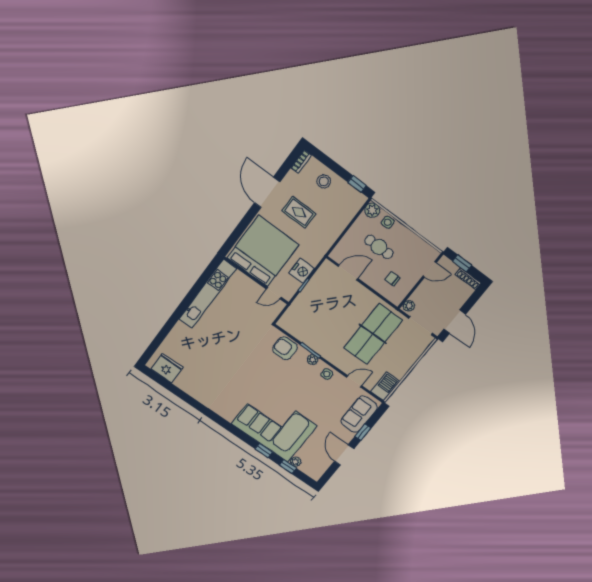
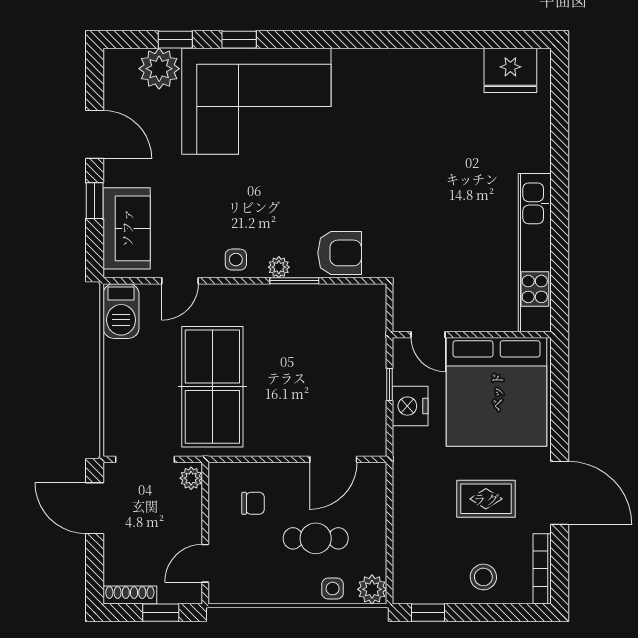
bookcase: (301, 162) -> (542, 569), width x1.56
door: (274, 293) -> (428, 335), swing flipped
plant: (296, 462) -> (159, 69), width x1.87, depth x1.87

